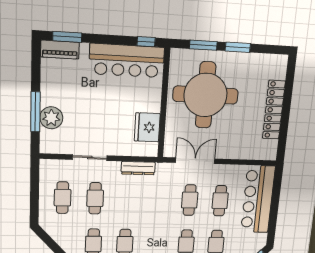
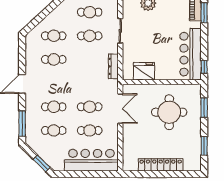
window: (238, 47) -> (204, 146), moved
round table: (206, 95) -> (169, 112), width x0.73, depth x0.73

